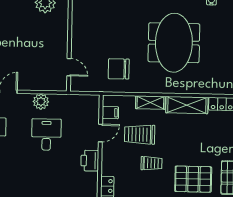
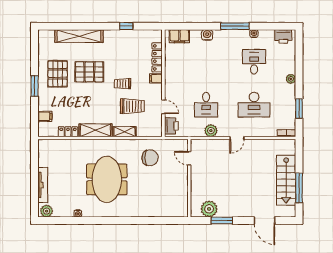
filing cabinet: (110, 113) -> (156, 78), moved
door: (100, 133) -> (163, 107), swing flipped
printer: (90, 161) -> (171, 126), moved

